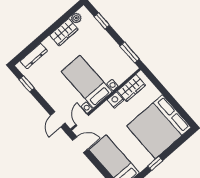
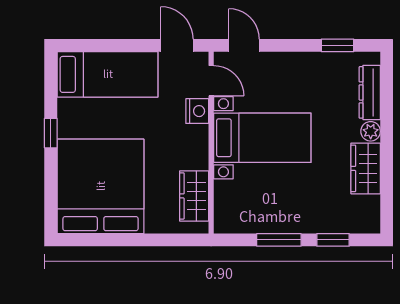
plant: (76, 18) -> (371, 131), moved
window: (130, 52) -> (279, 240), moved
nightstand: (115, 100) -> (197, 111), moved
door: (80, 145) -> (177, 45), swing flipped

